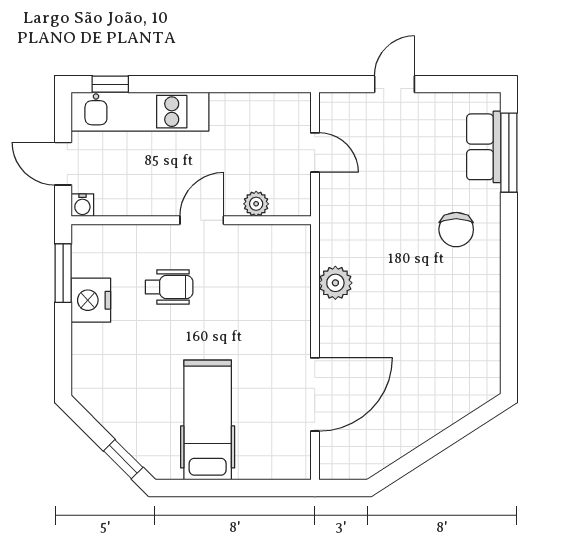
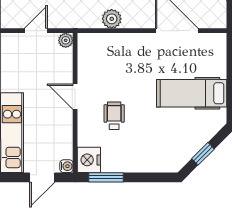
plant: (256, 204) -> (66, 40), moved
nightstand: (91, 300) -> (89, 160), moved, turned 90
window: (123, 459) -> (203, 154), moved

